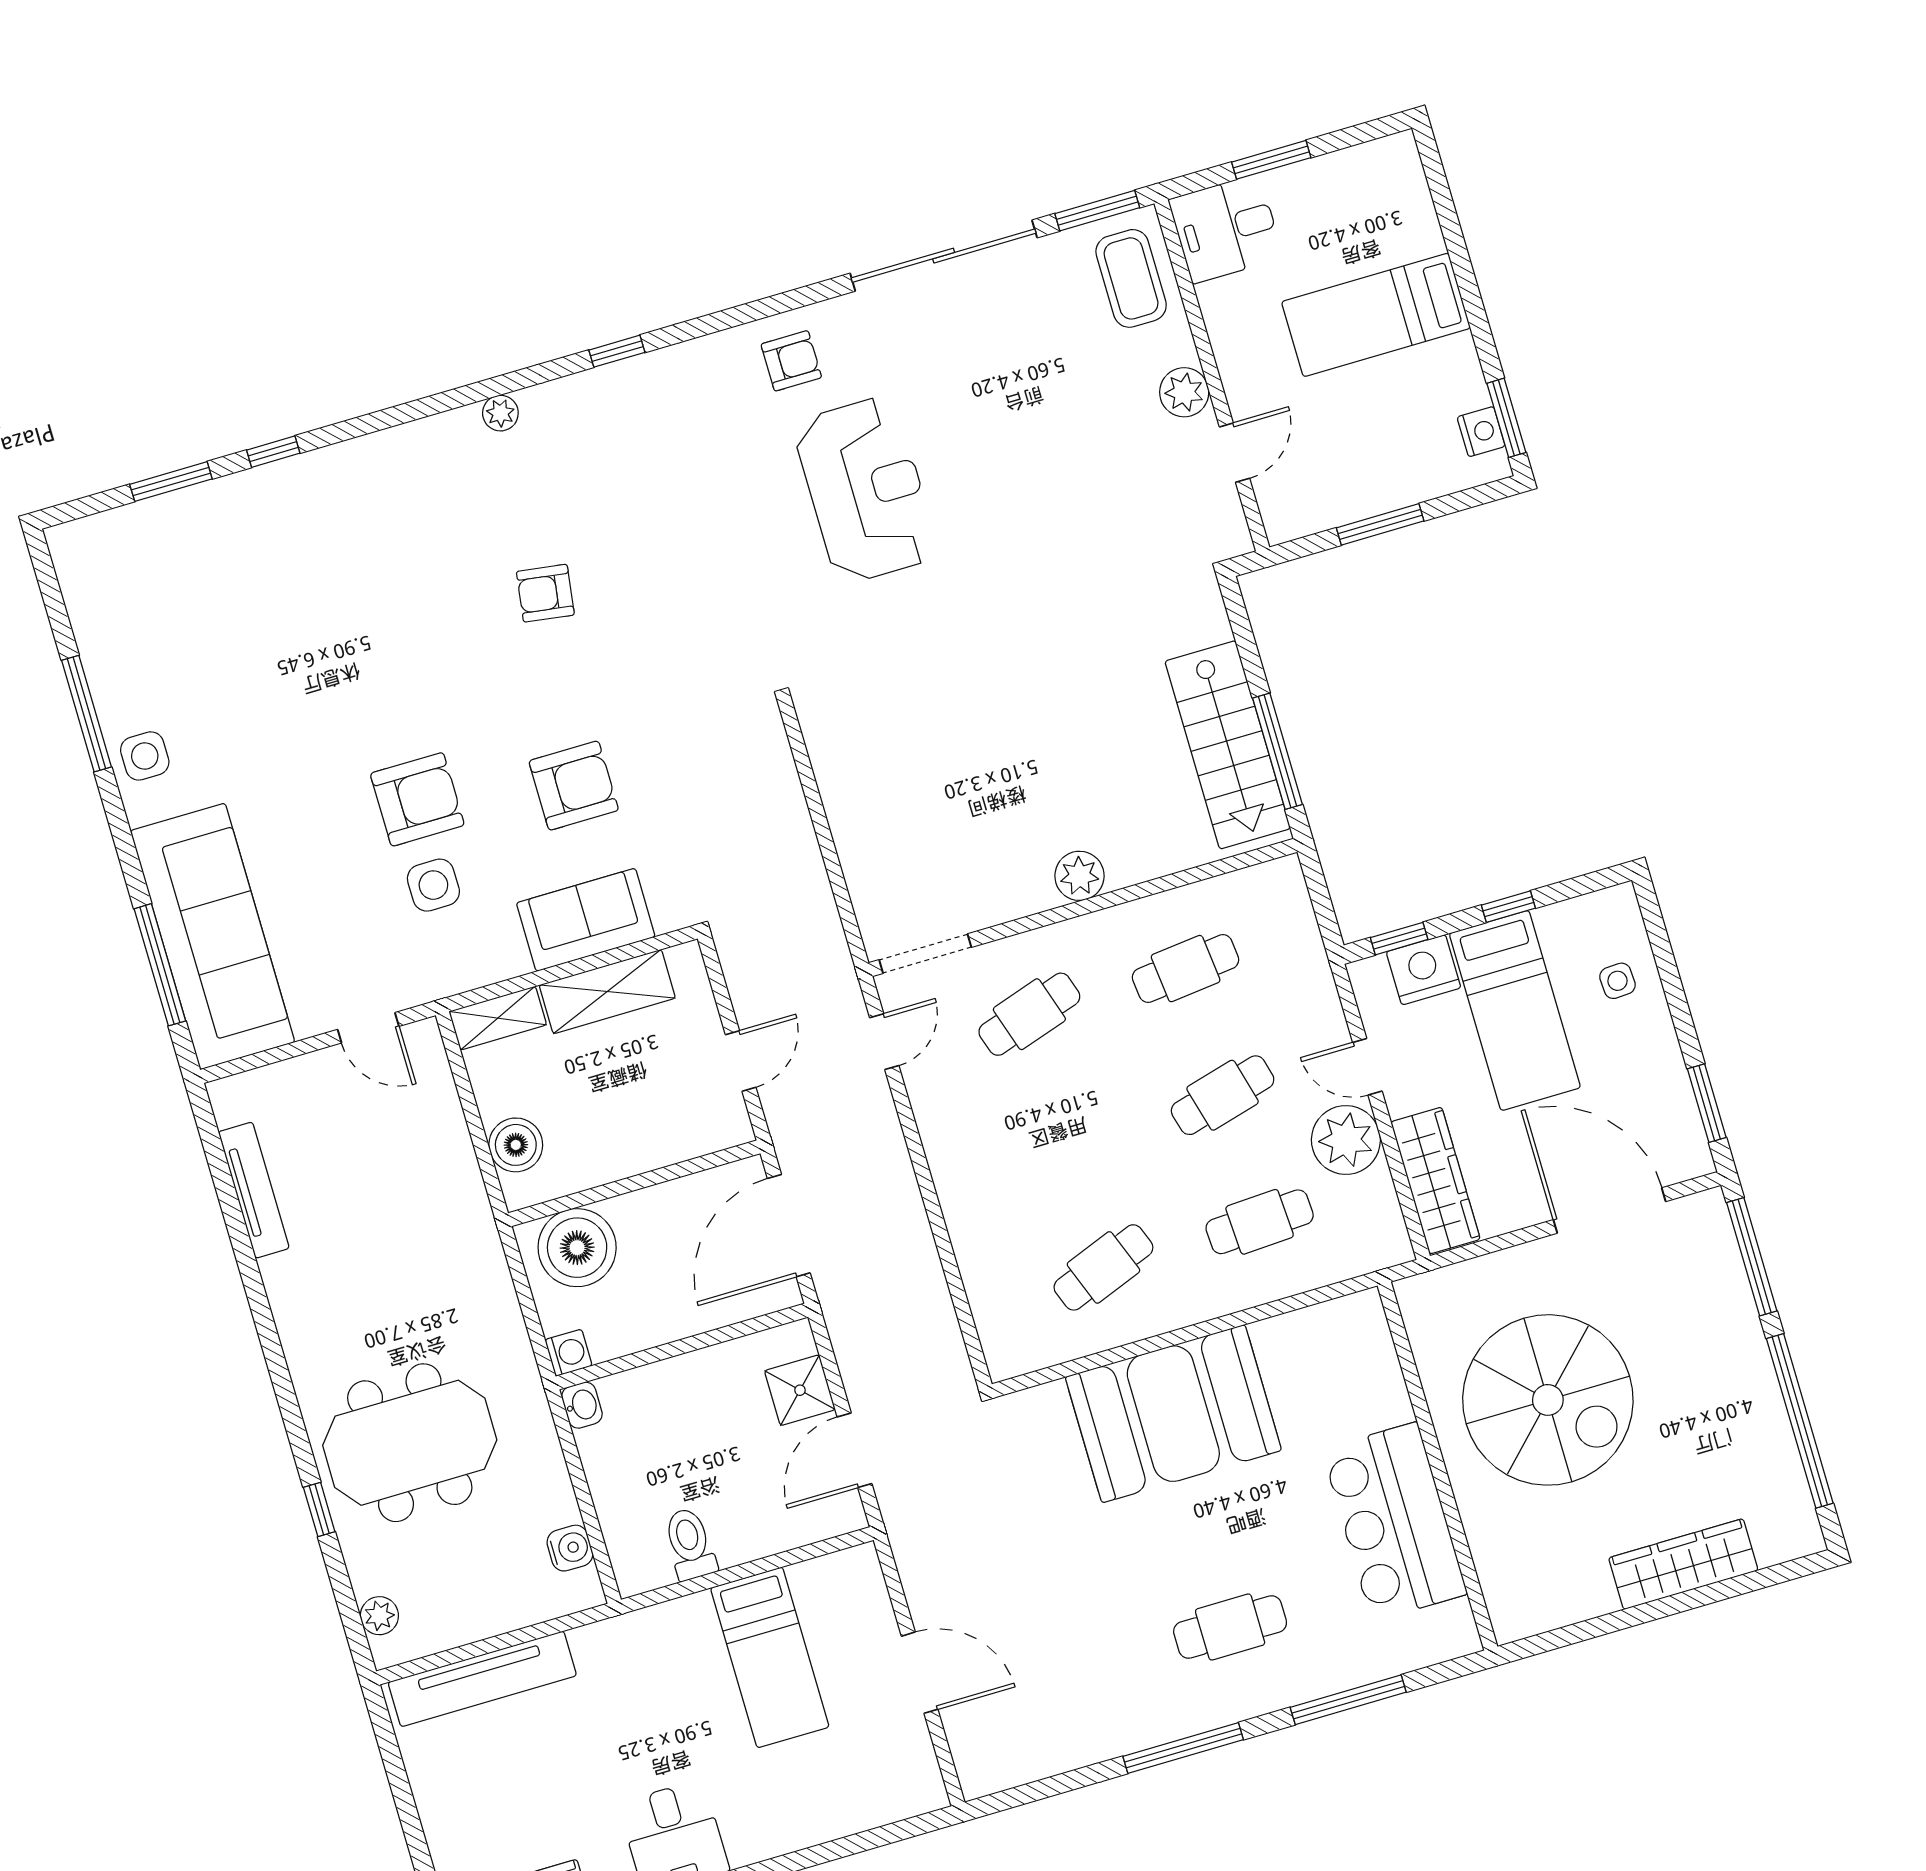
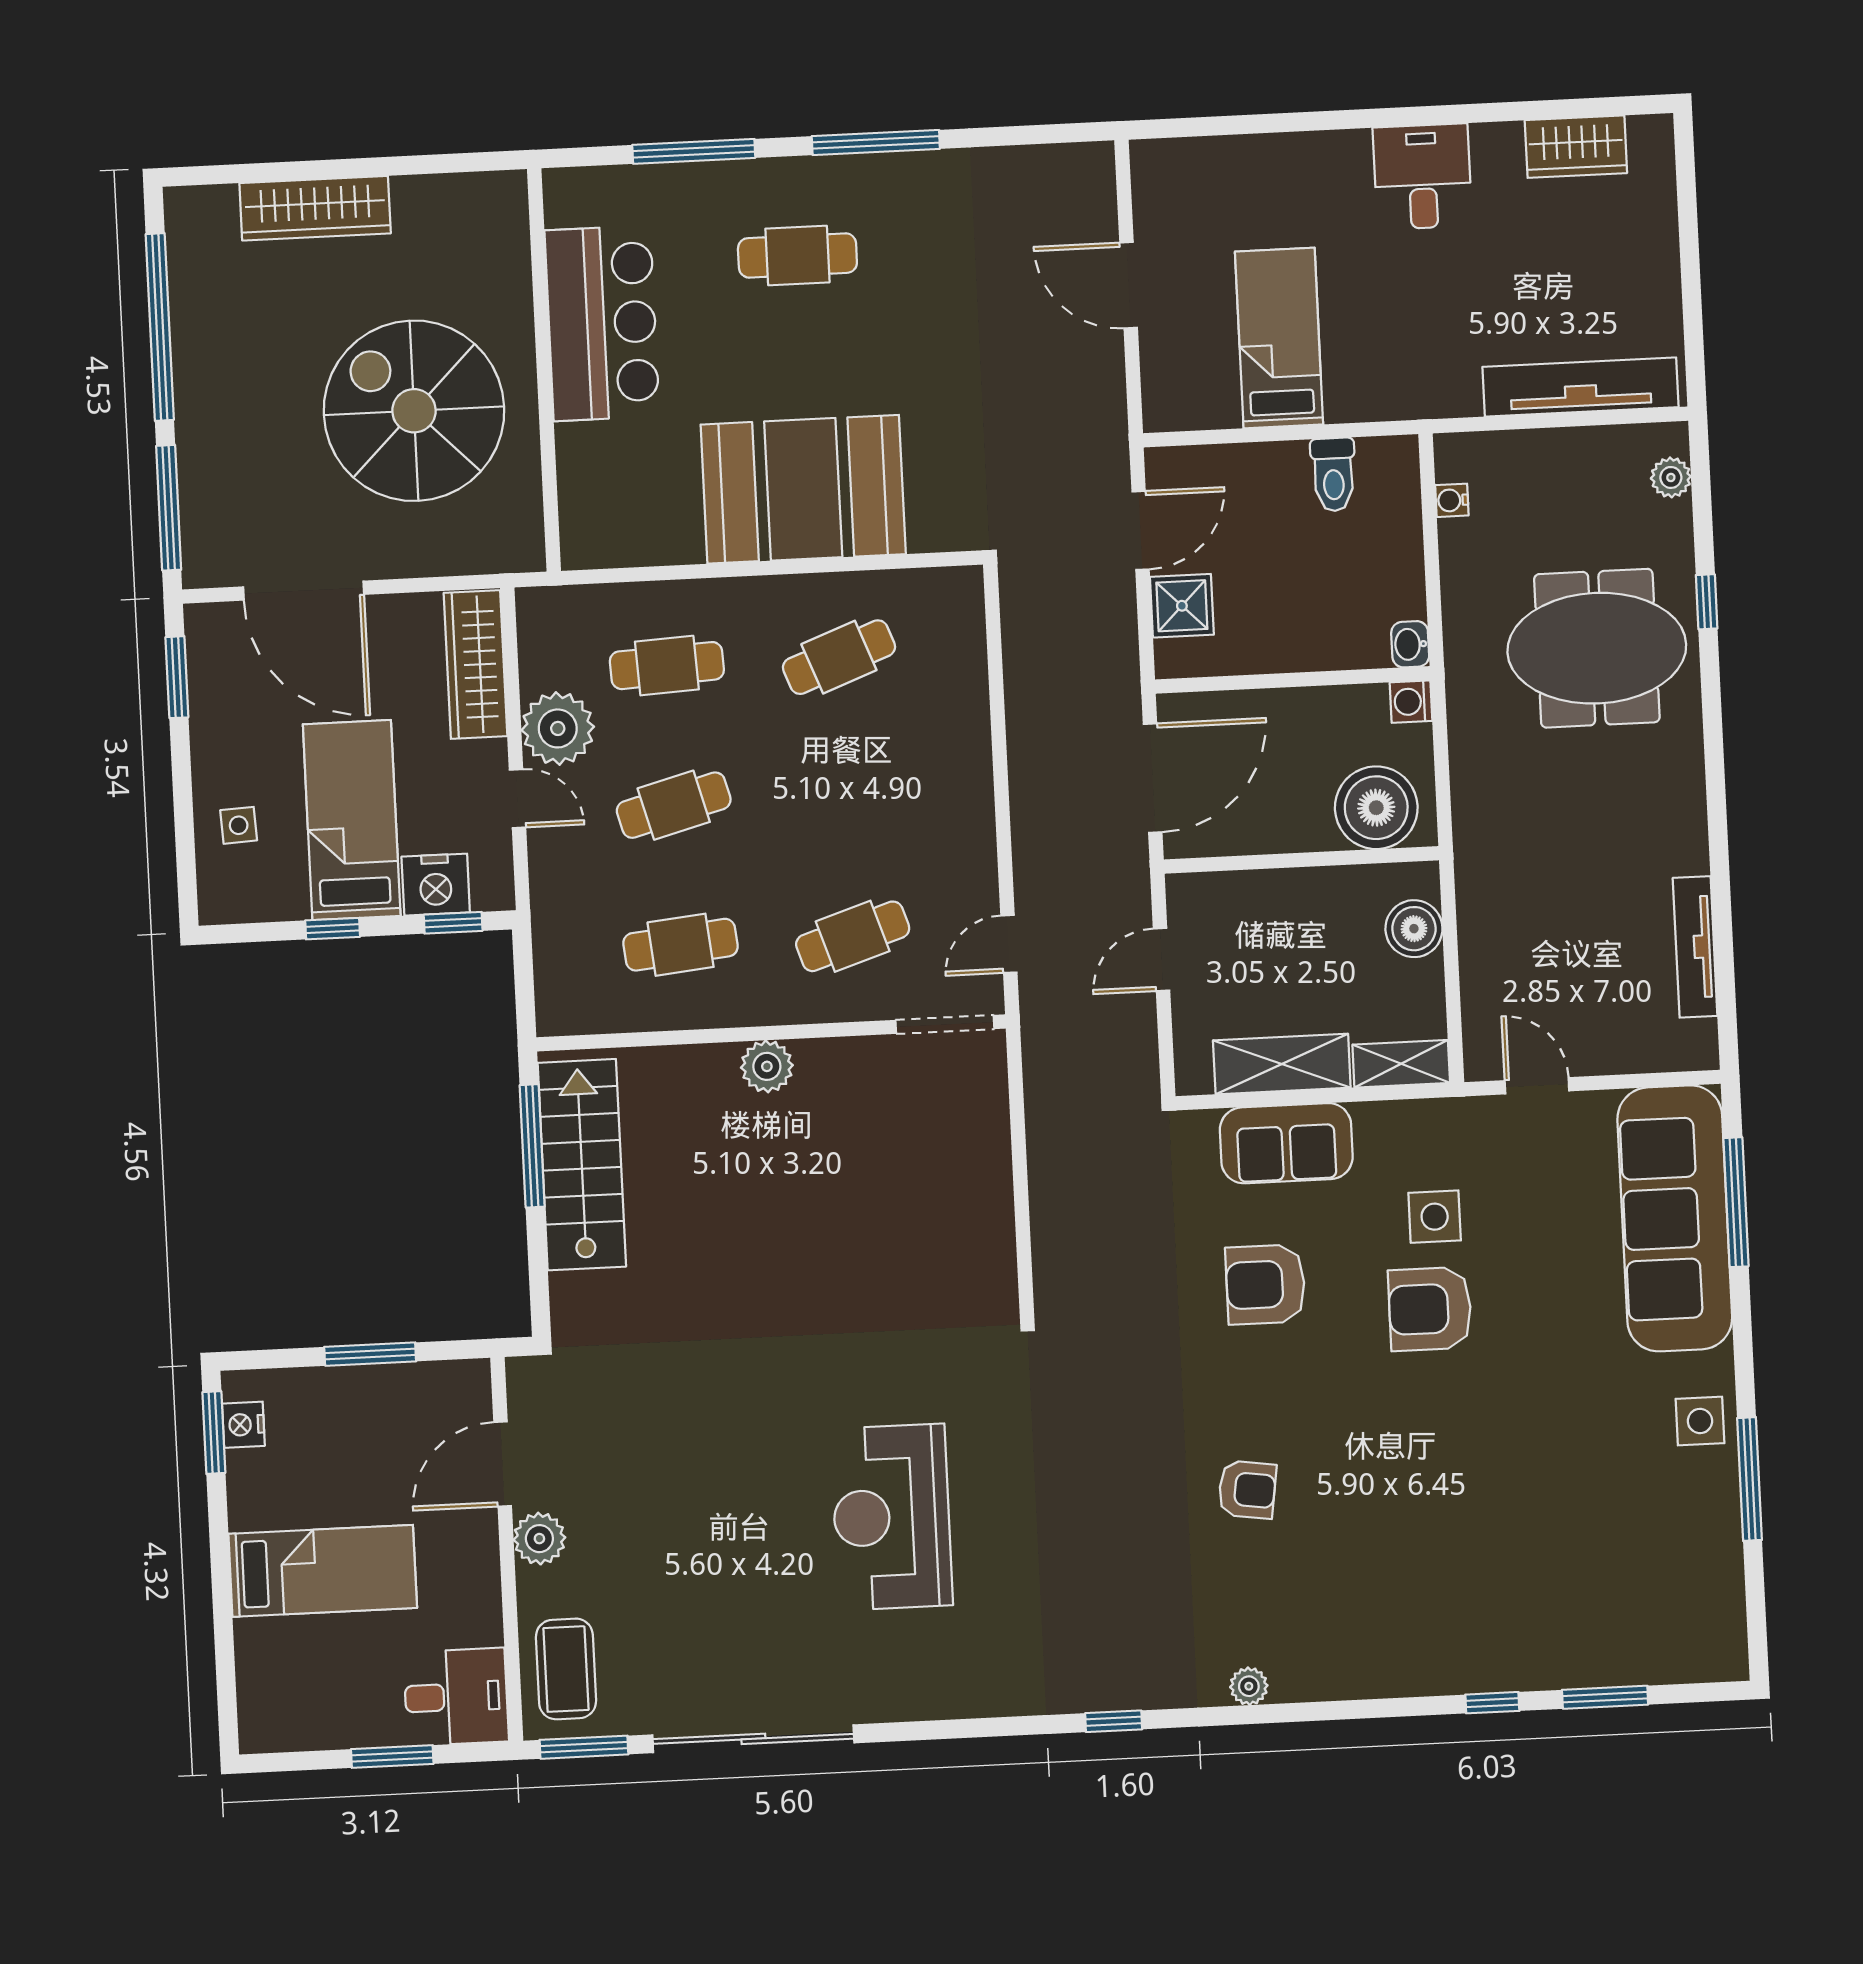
armchair: (791, 361) -> (936, 1668), removed
door: (1234, 453) -> (503, 1464), width x1.38
water cooler: (570, 1548) -> (1452, 500), width x0.72, depth x0.72

